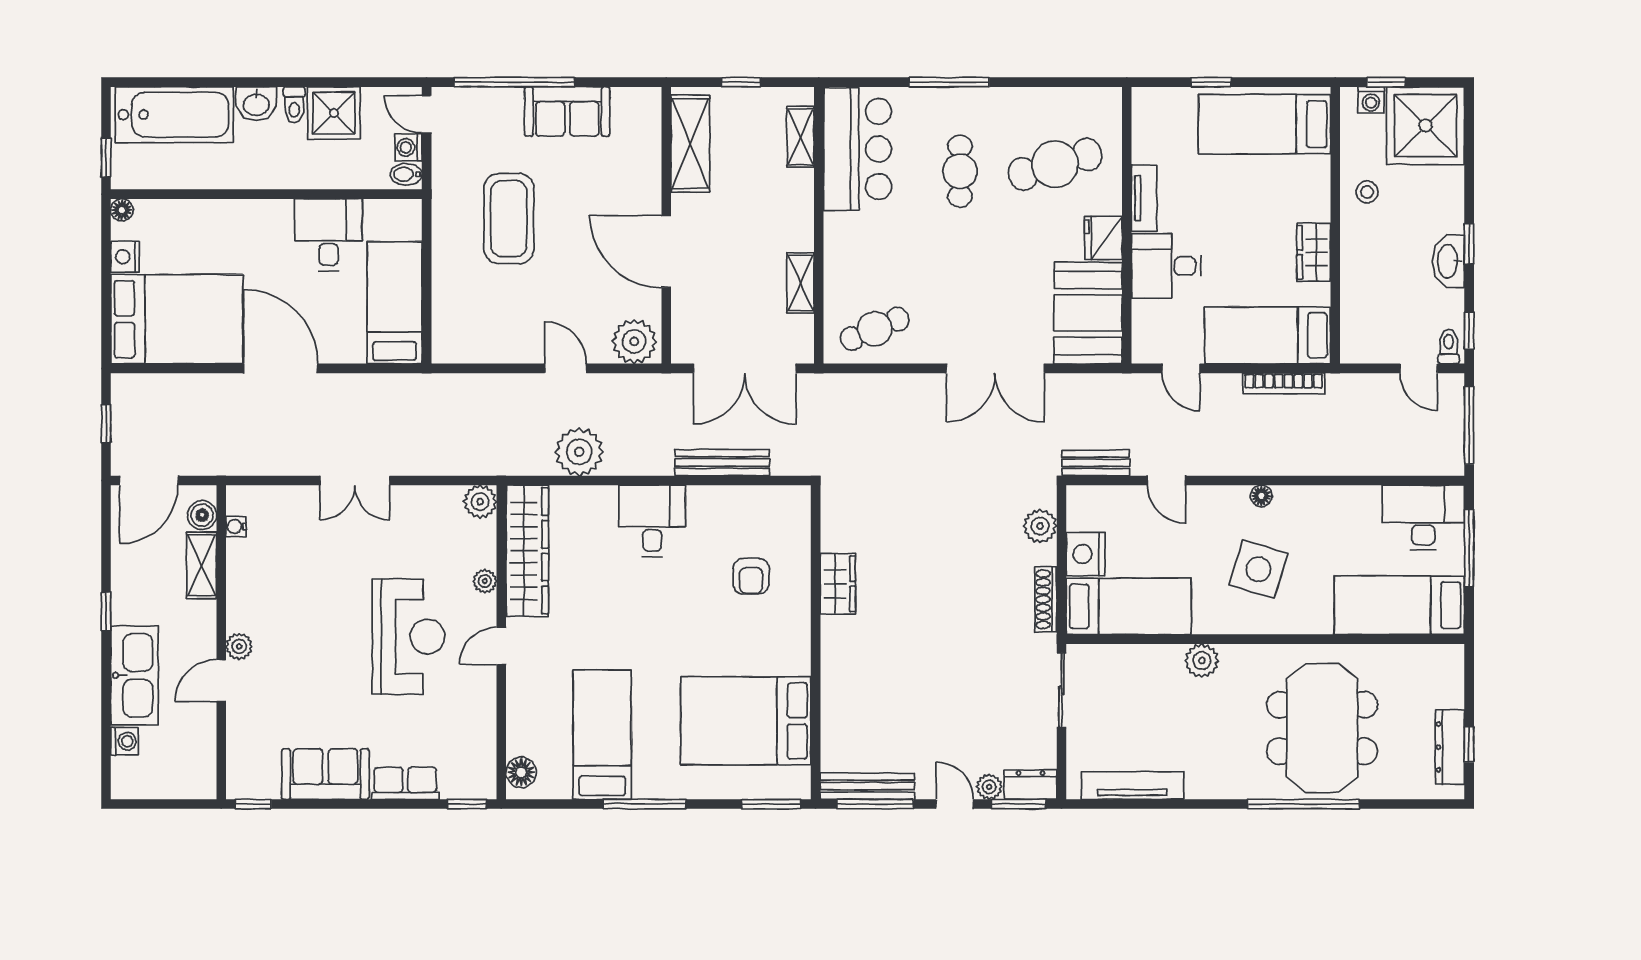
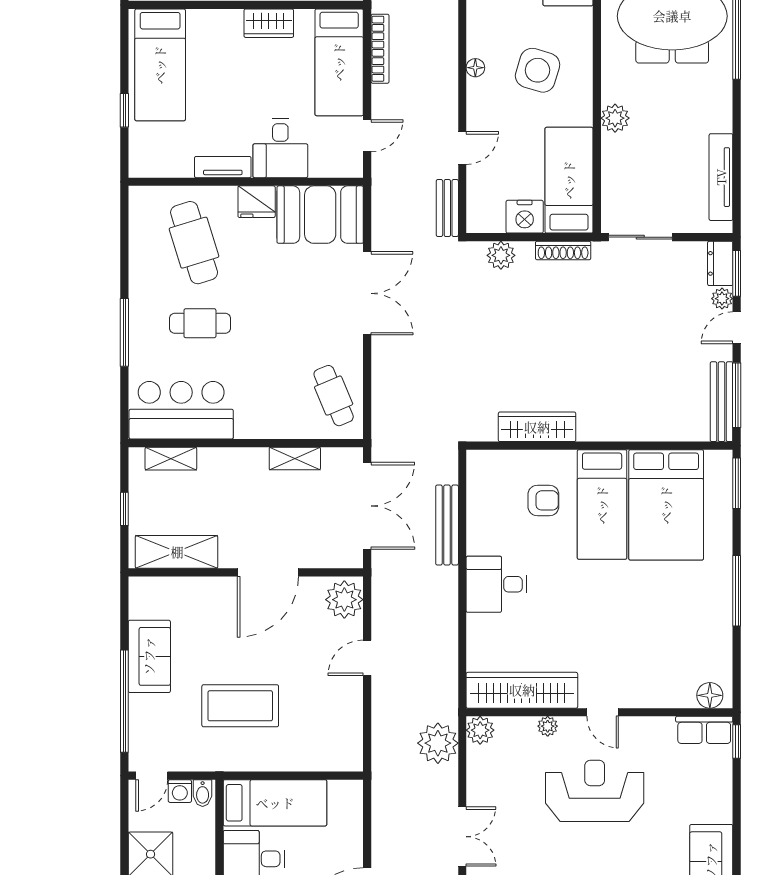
bed: (395, 303) -> (275, 803), moved, turned 180
plant: (579, 452) -> (438, 743), moved
wardrobe: (838, 584) -> (537, 427), width x1.50
bed: (602, 735) -> (602, 505), moved, turned -90
row of seats: (405, 783) -> (704, 730), moved, turned -90

